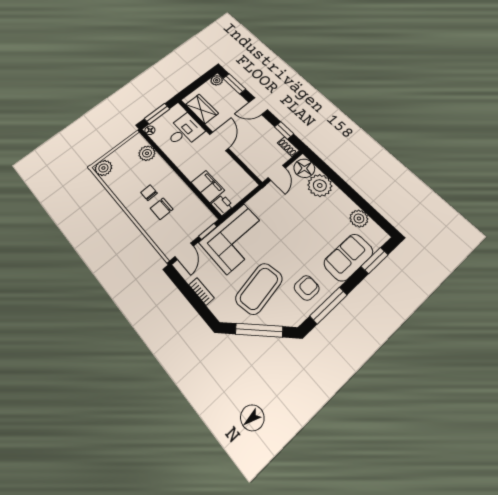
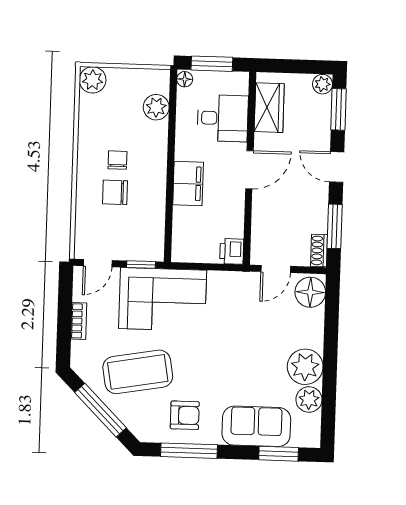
window: (284, 130) -> (335, 226), width x1.50
plant: (320, 185) -> (305, 367), moved
filing cabinet: (208, 186) -> (188, 184), moved
printer: (222, 205) -> (232, 251), moved, turned 180

